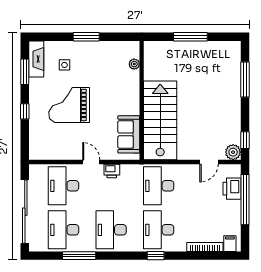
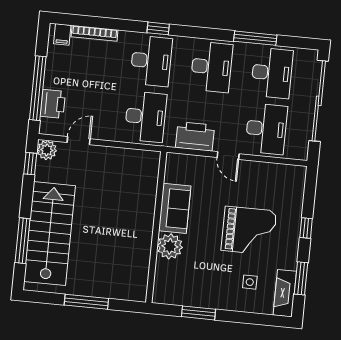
window: (86, 37) -> (199, 313), moved
plant: (134, 64) -> (170, 246), moved, width x1.88, depth x1.88
stairs: (160, 120) -> (50, 234), moved, turned 180
sofa: (129, 134) -> (175, 208), moved
printer: (112, 171) -> (195, 136), width x1.87, depth x1.48

